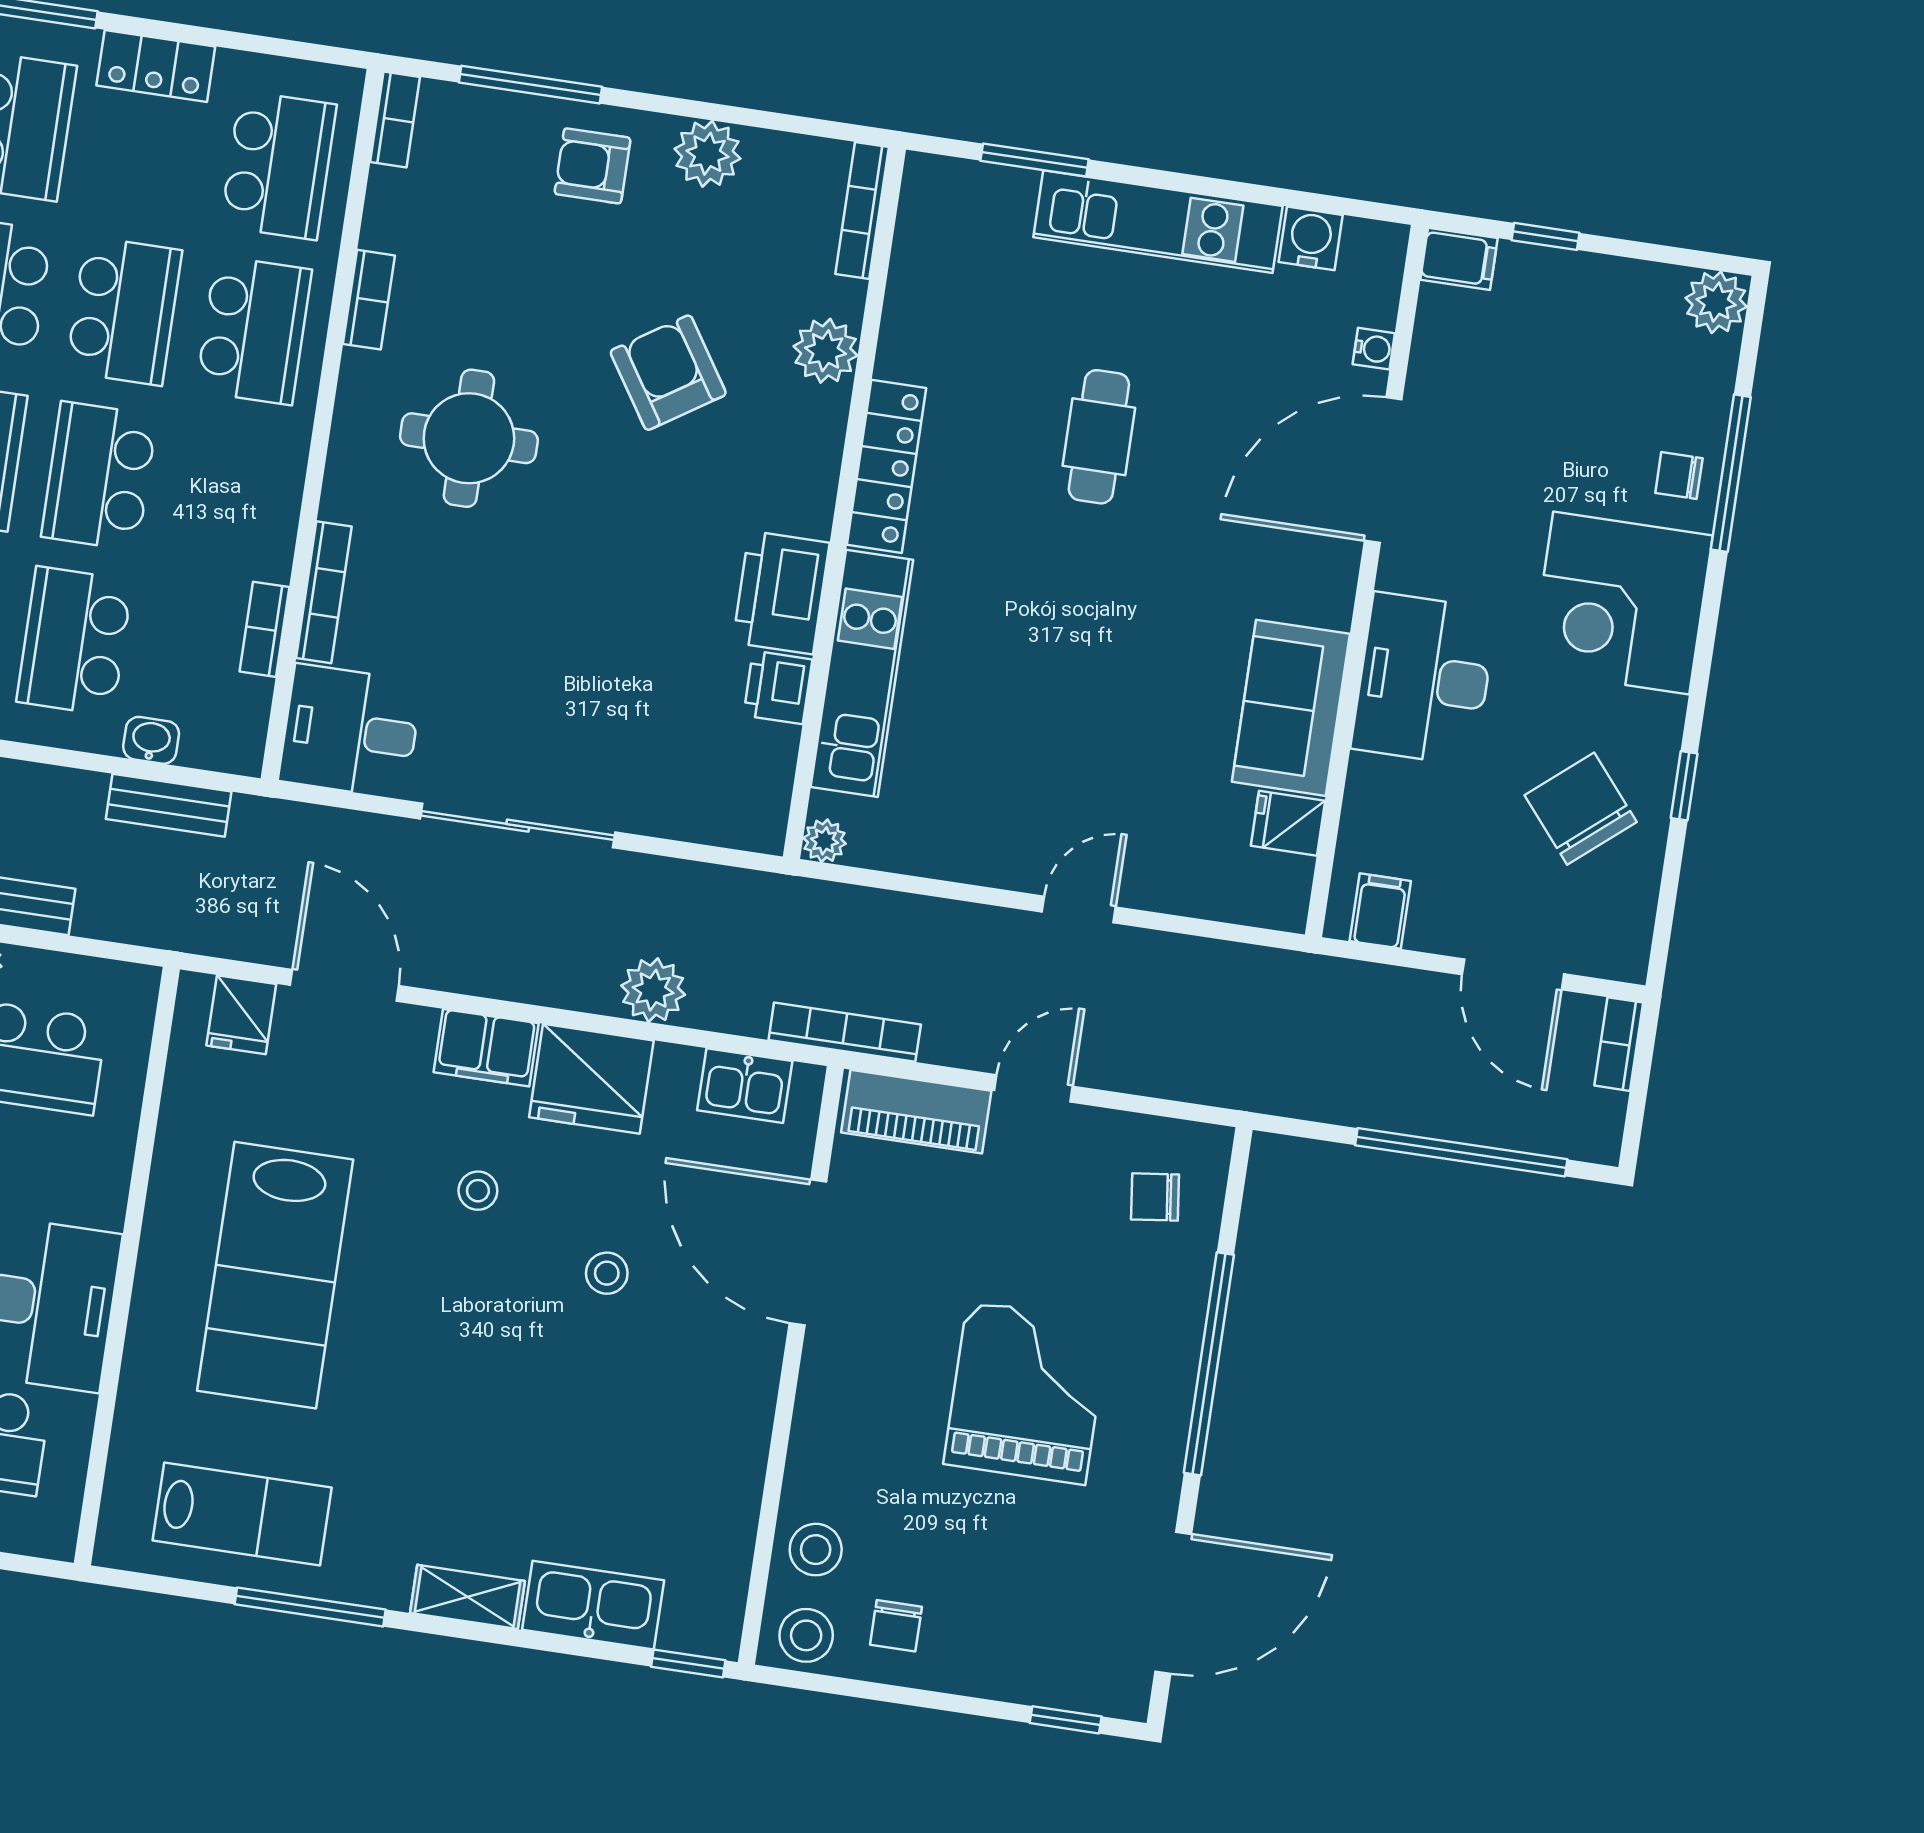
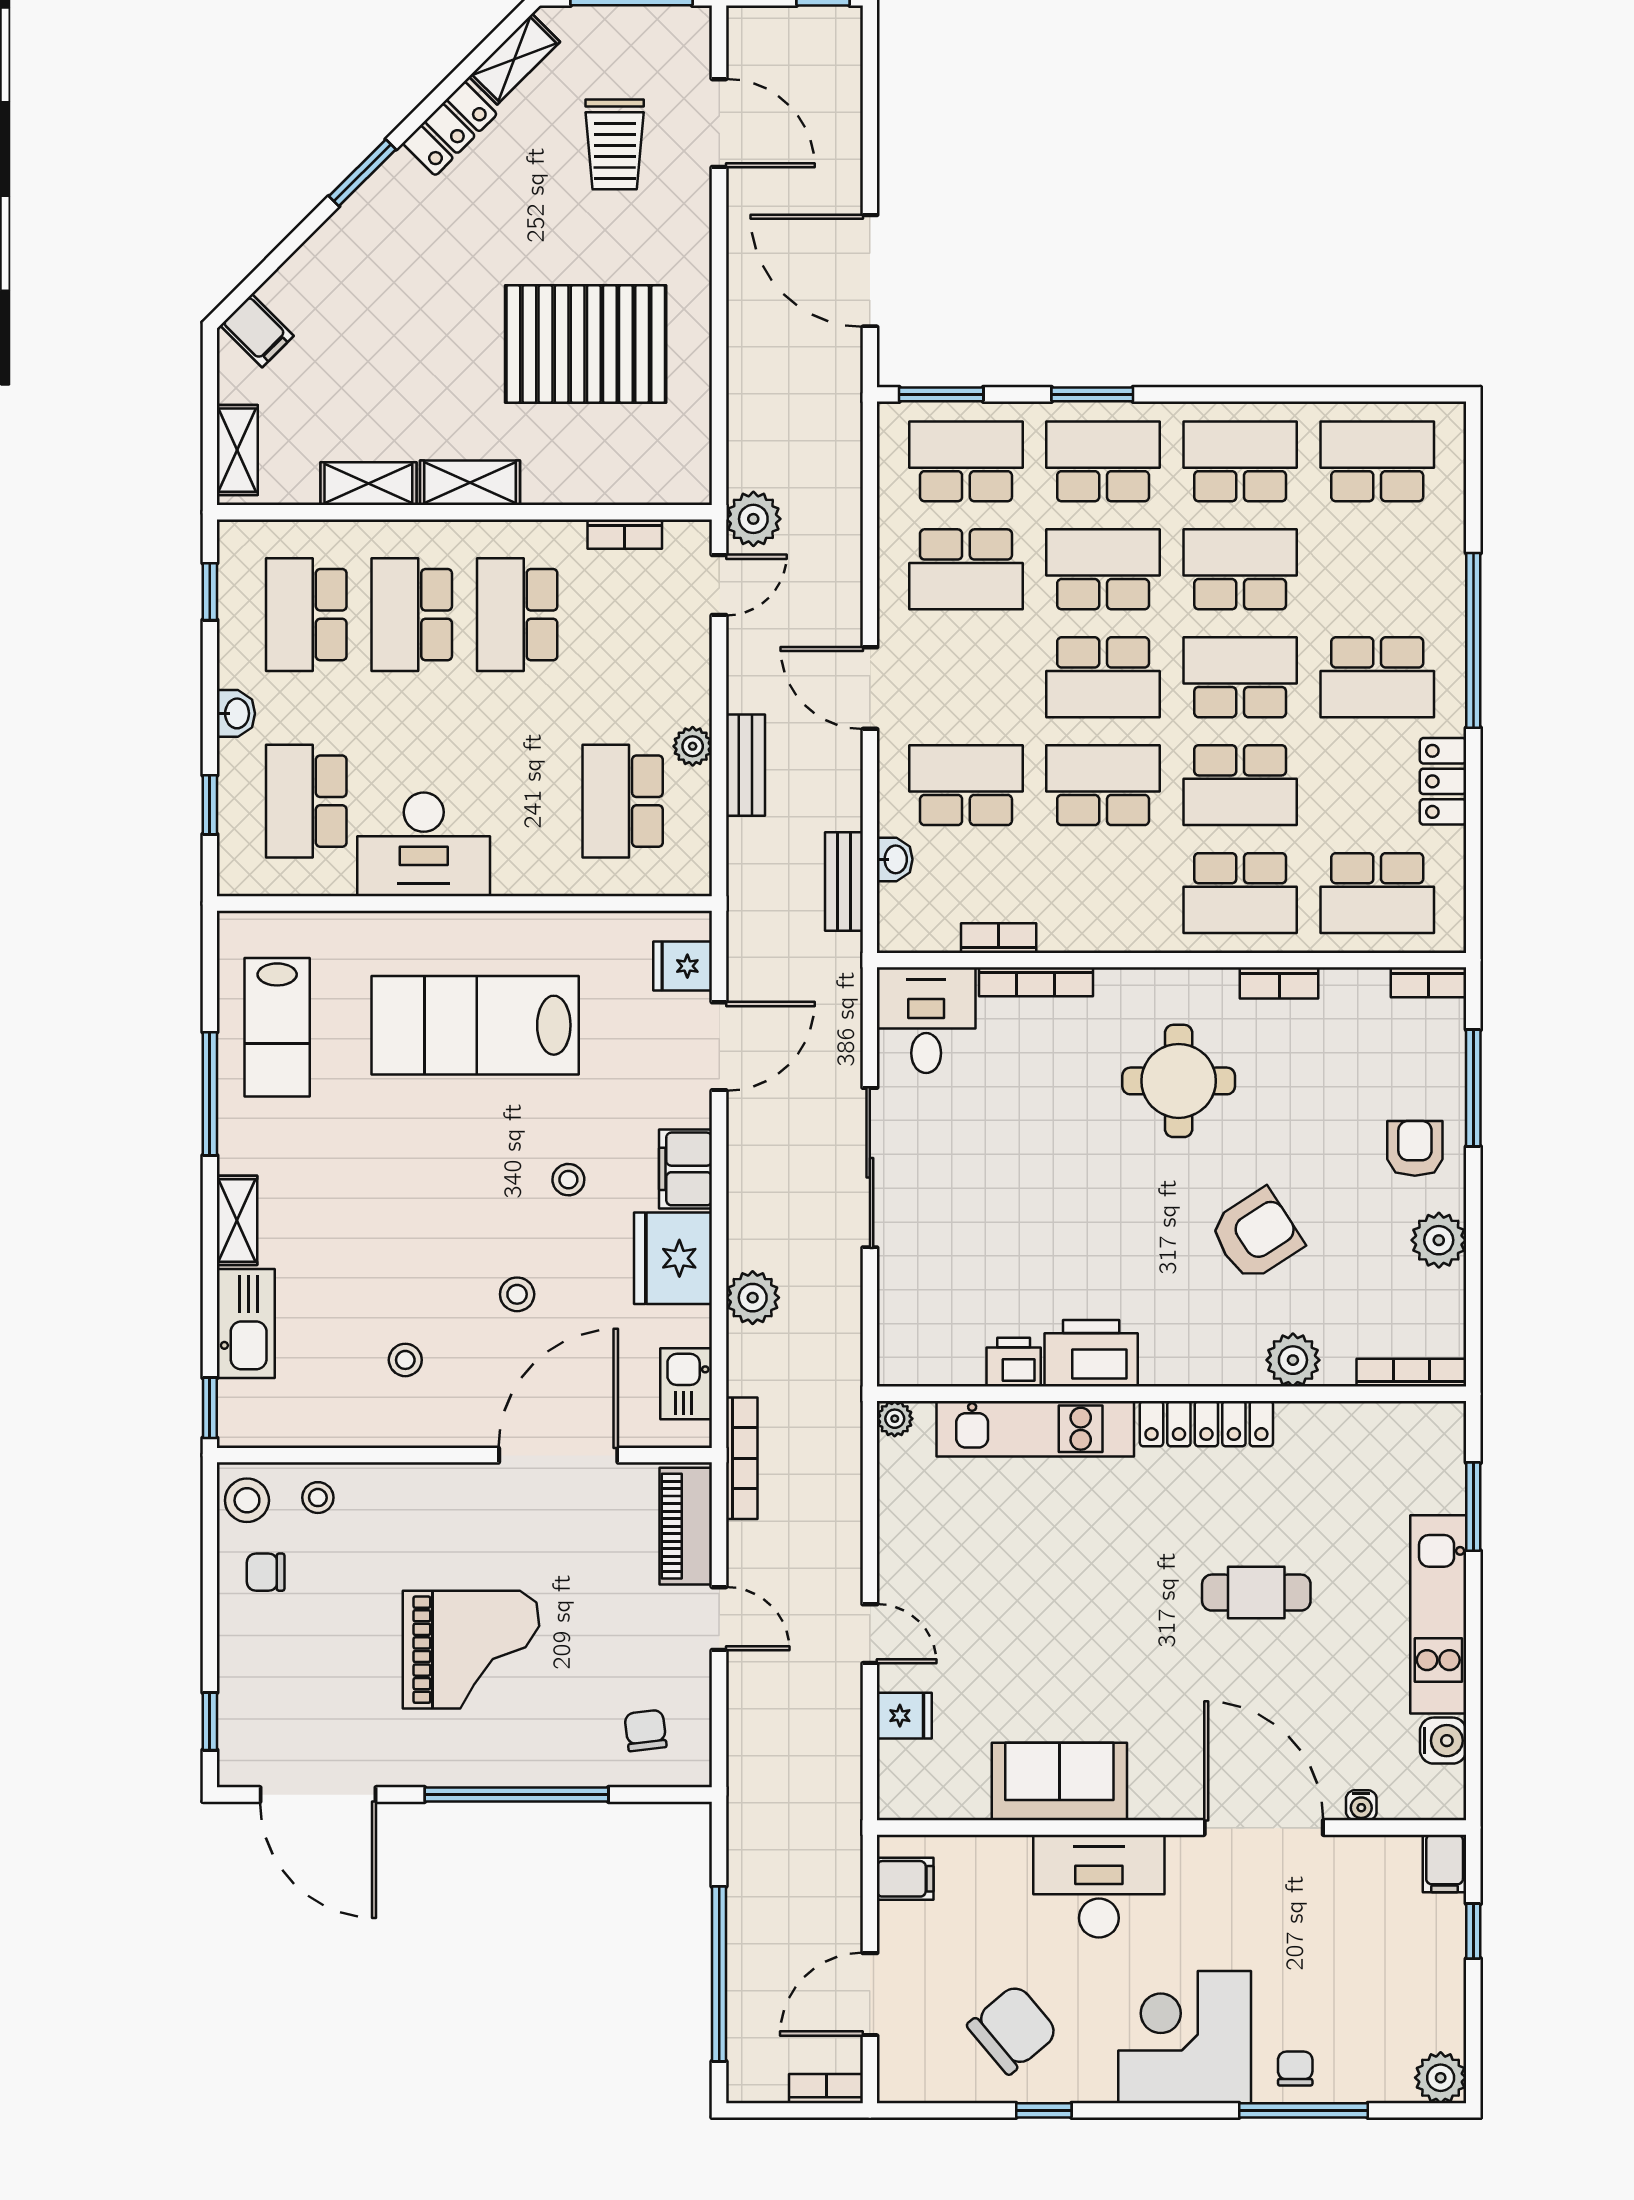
fridge: (1288, 823) -> (904, 1716), moved, turned 90
stool: (666, 1420) -> (405, 1360), added
stool: (816, 1550) -> (318, 1498), width x0.73, depth x0.73

